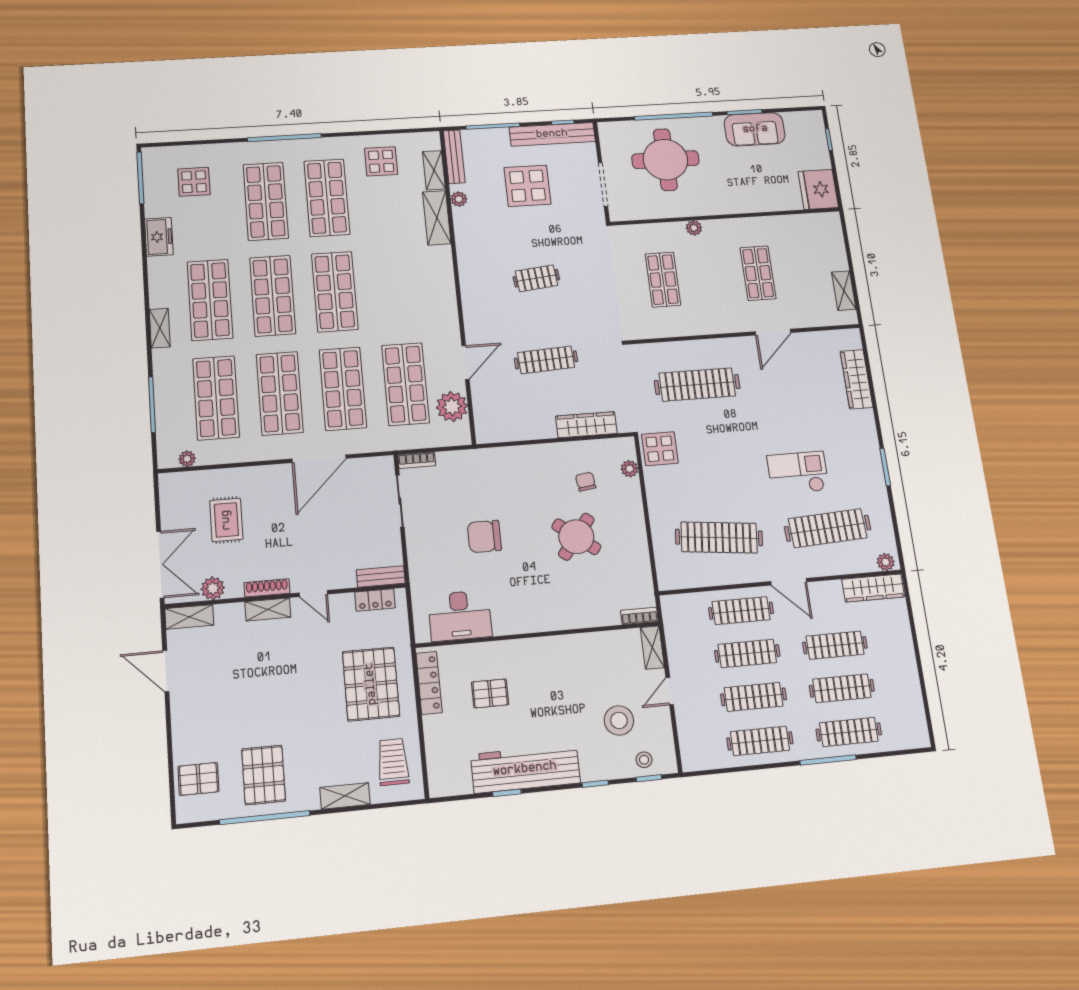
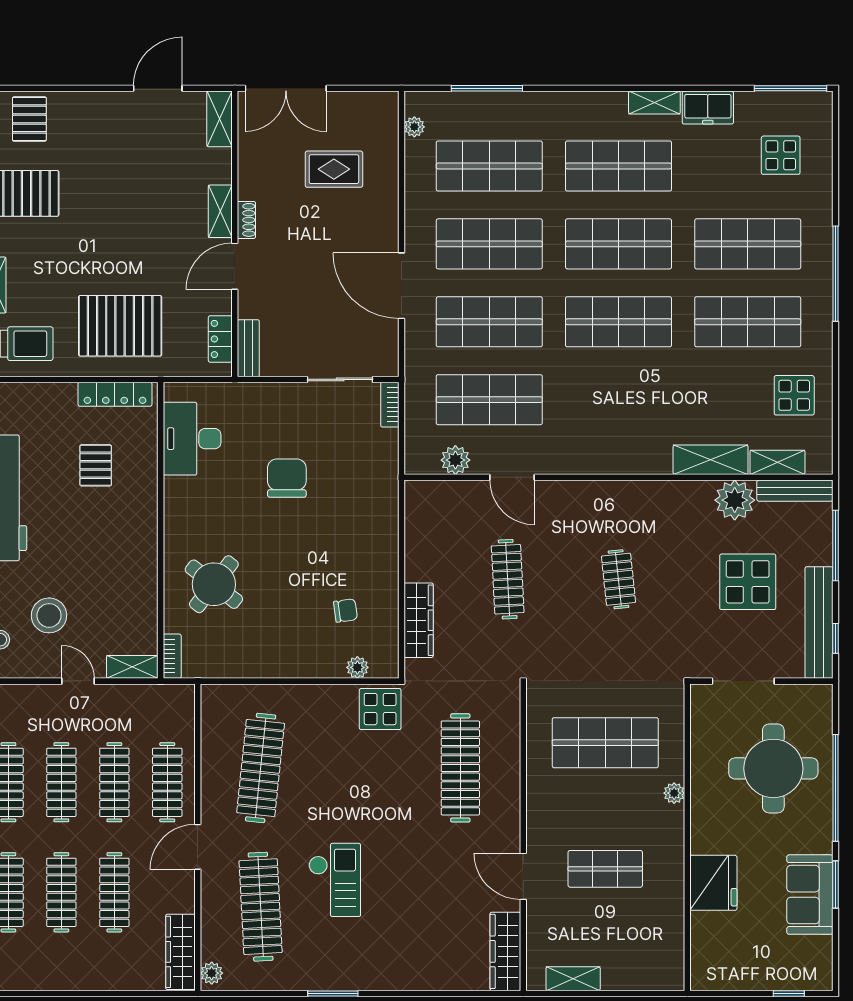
fridge: (818, 189) -> (713, 883), moved, turned 90
plant: (459, 199) -> (735, 500), width x1.87, depth x1.87
shop shelf: (663, 280) -> (605, 743), width x1.43, depth x1.36
shelving: (160, 328) -> (654, 103), moved
wardrobe: (856, 379) -> (505, 951), moved, turned -90
plant: (452, 407) -> (455, 460), width x0.73, depth x0.73
round table: (576, 537) -> (214, 584), moved
plant: (213, 588) -> (252, 148), removed
shoe rack: (267, 588) -> (246, 220), width x0.70
door: (313, 593) -> (235, 266), width x1.37

